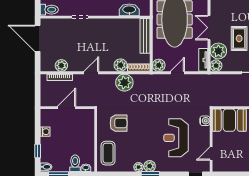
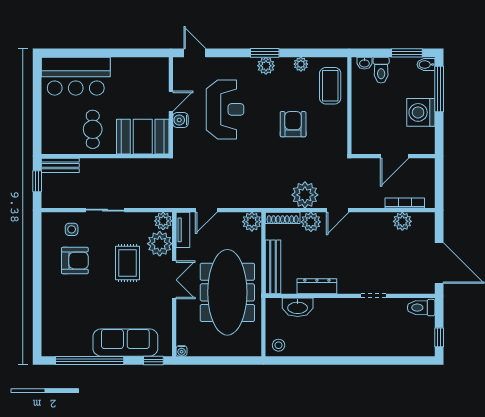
dresser: (117, 23) -> (317, 286), added
door: (91, 73) -> (338, 210), moved
door: (177, 73) -> (206, 210), moved
water cooler: (205, 121) -> (180, 120), moved
armchair: (119, 123) -> (293, 124), moved, turned 90
washing machine: (45, 132) -> (421, 112), width x1.89, depth x1.89
window: (38, 151) -> (439, 89), width x2.17
door: (211, 154) -> (171, 101), moved
plant: (139, 167) -> (301, 64), moved

